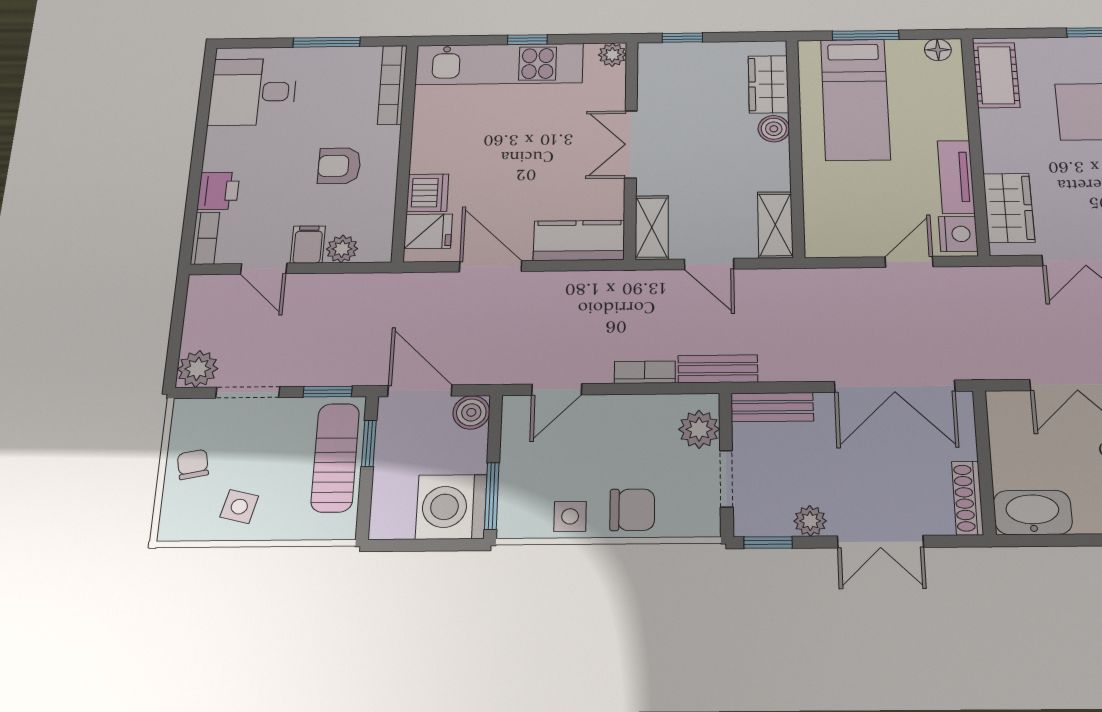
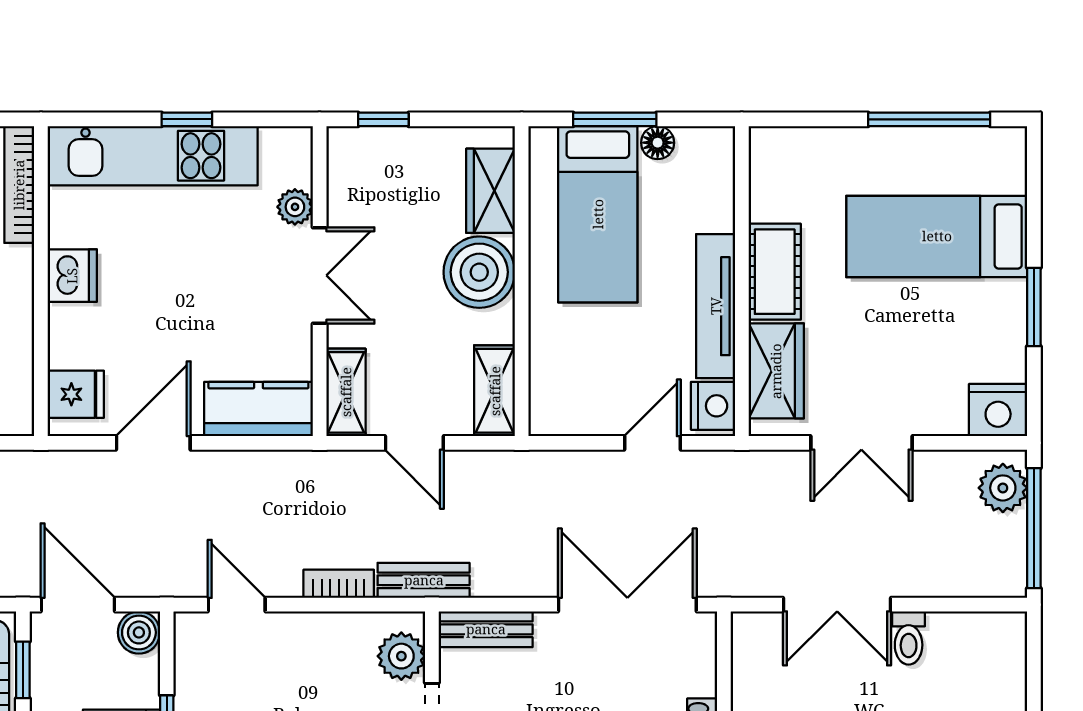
floor lamp: (938, 50) -> (658, 143), moved
plant: (612, 55) -> (295, 207), moved
cot: (996, 75) -> (775, 272), moved
boiler: (774, 129) -> (479, 272), width x1.86, depth x1.86
double door: (631, 144) -> (320, 275), swing flipped
tv unit: (956, 177) -> (716, 306), width x1.41
dishwasher: (428, 193) -> (72, 276), moved
door: (491, 266) -> (153, 443), hinge flipped
double door: (895, 386) -> (627, 605), swing flipped
door: (557, 389) -> (237, 605), swing flipped

